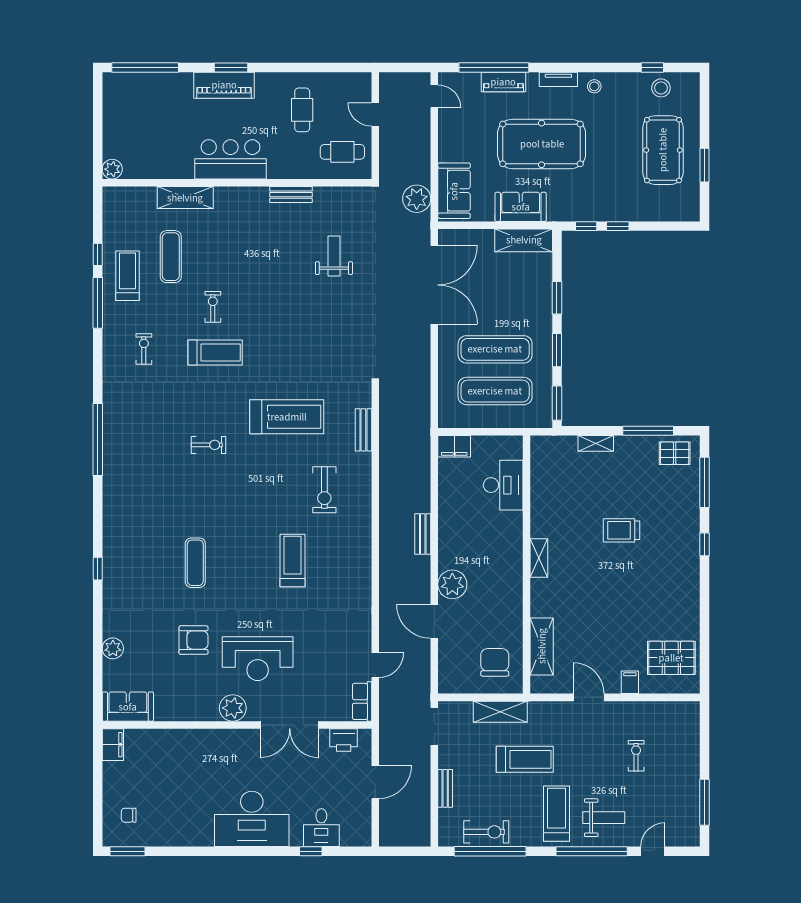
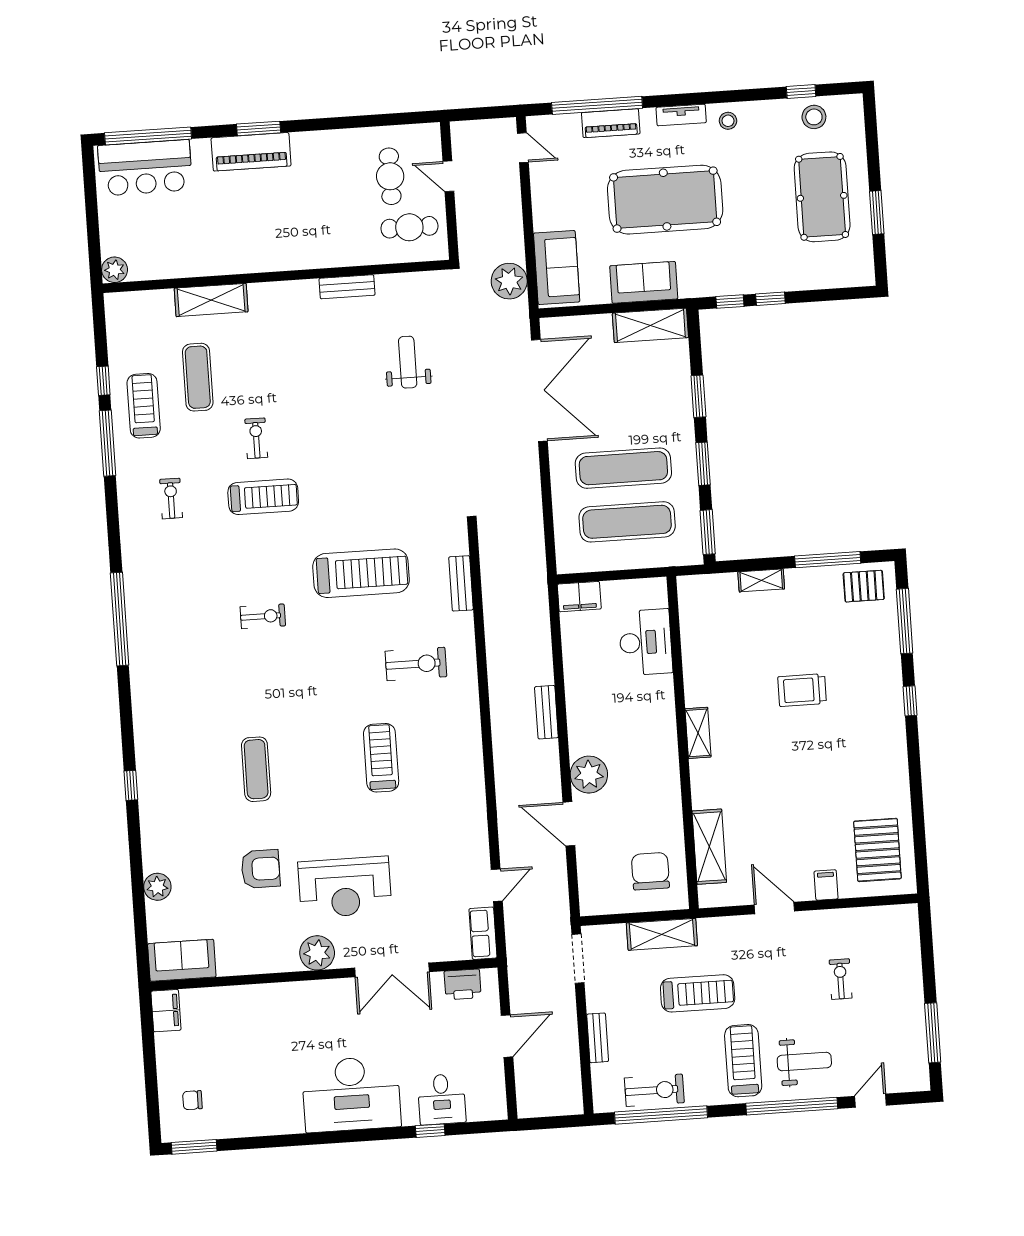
cafe table: (302, 110) -> (390, 176), moved
bar counter: (231, 159) -> (145, 168), moved, turned 180
exercise bike: (324, 490) -> (416, 664), turned -90
pallet: (671, 658) -> (877, 850), turned 90

